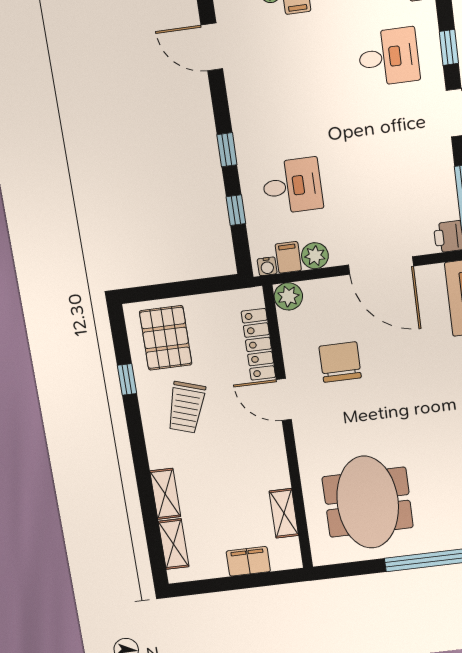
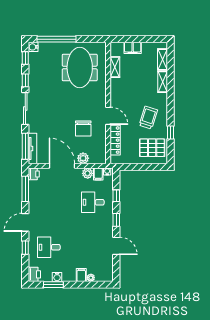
door: (212, 47) -> (116, 246), moved
plant: (288, 296) -> (83, 158), moved
pallet: (166, 338) -> (152, 148), turned 90

